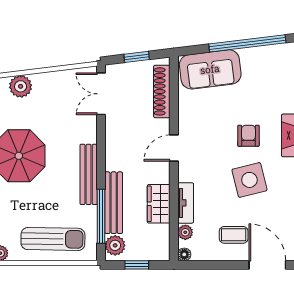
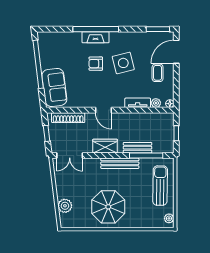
bench: (114, 203) -> (138, 148), width x0.73
wardrobe: (159, 204) -> (105, 146), moved, turned 180
plant: (115, 245) -> (164, 147), removed

